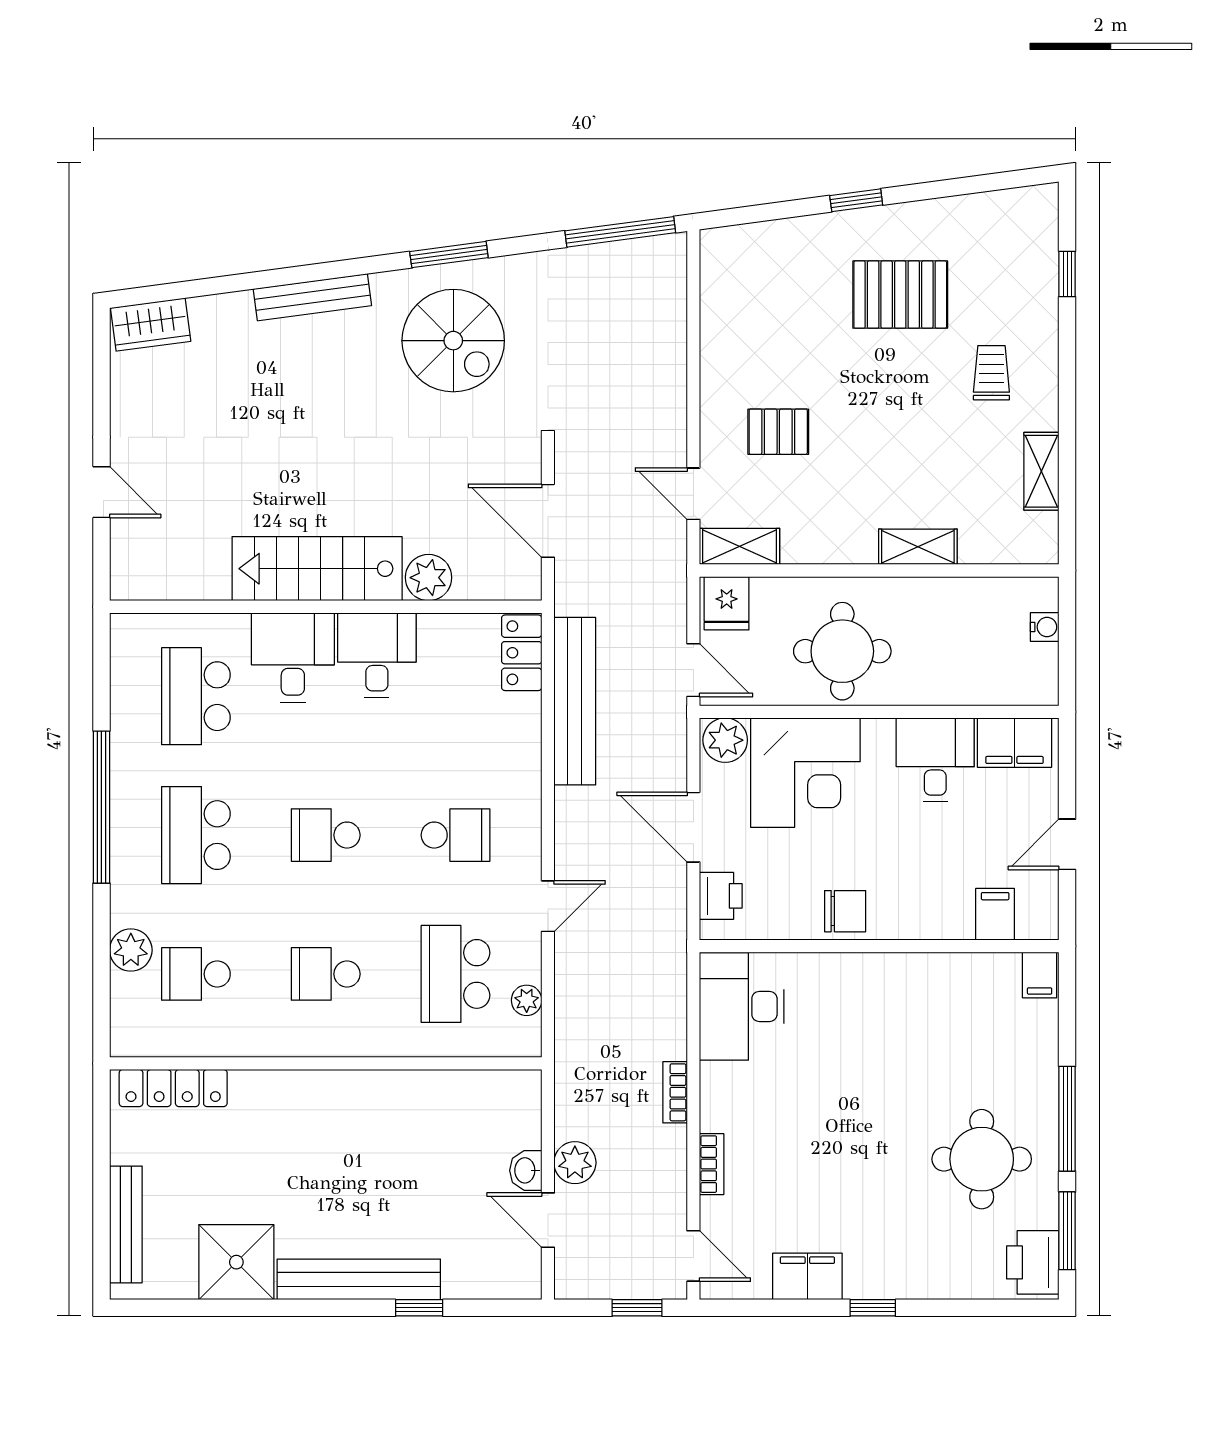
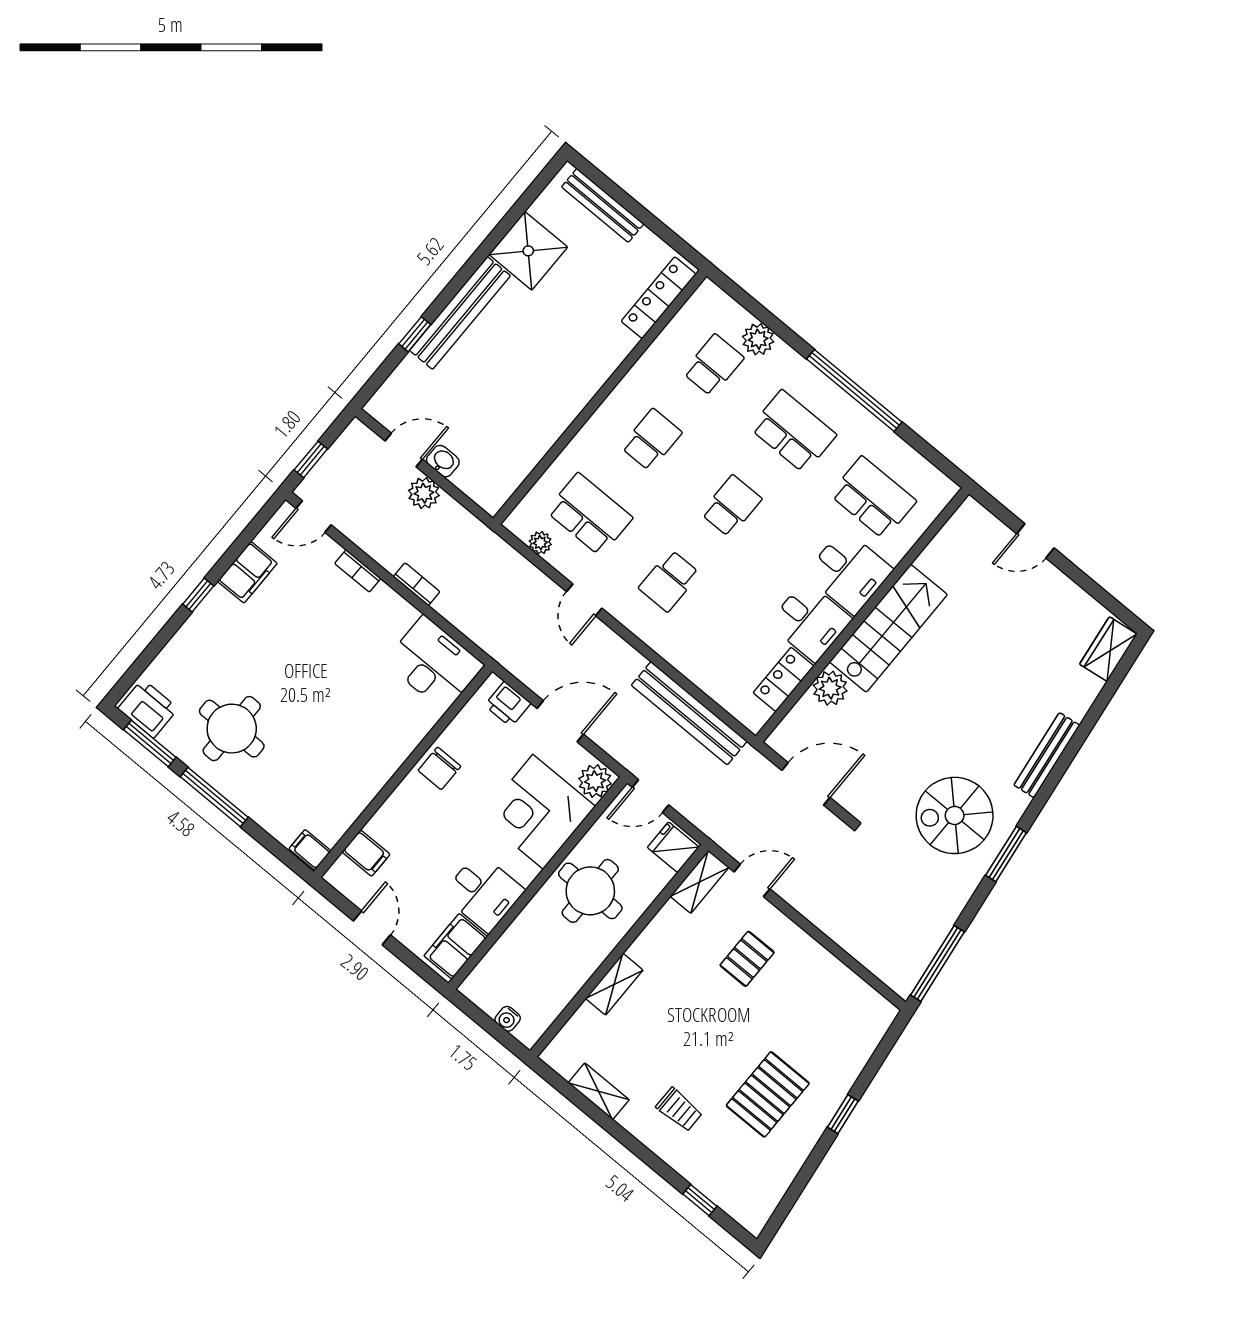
locker: (522, 653) -> (784, 679), moved, turned -90

